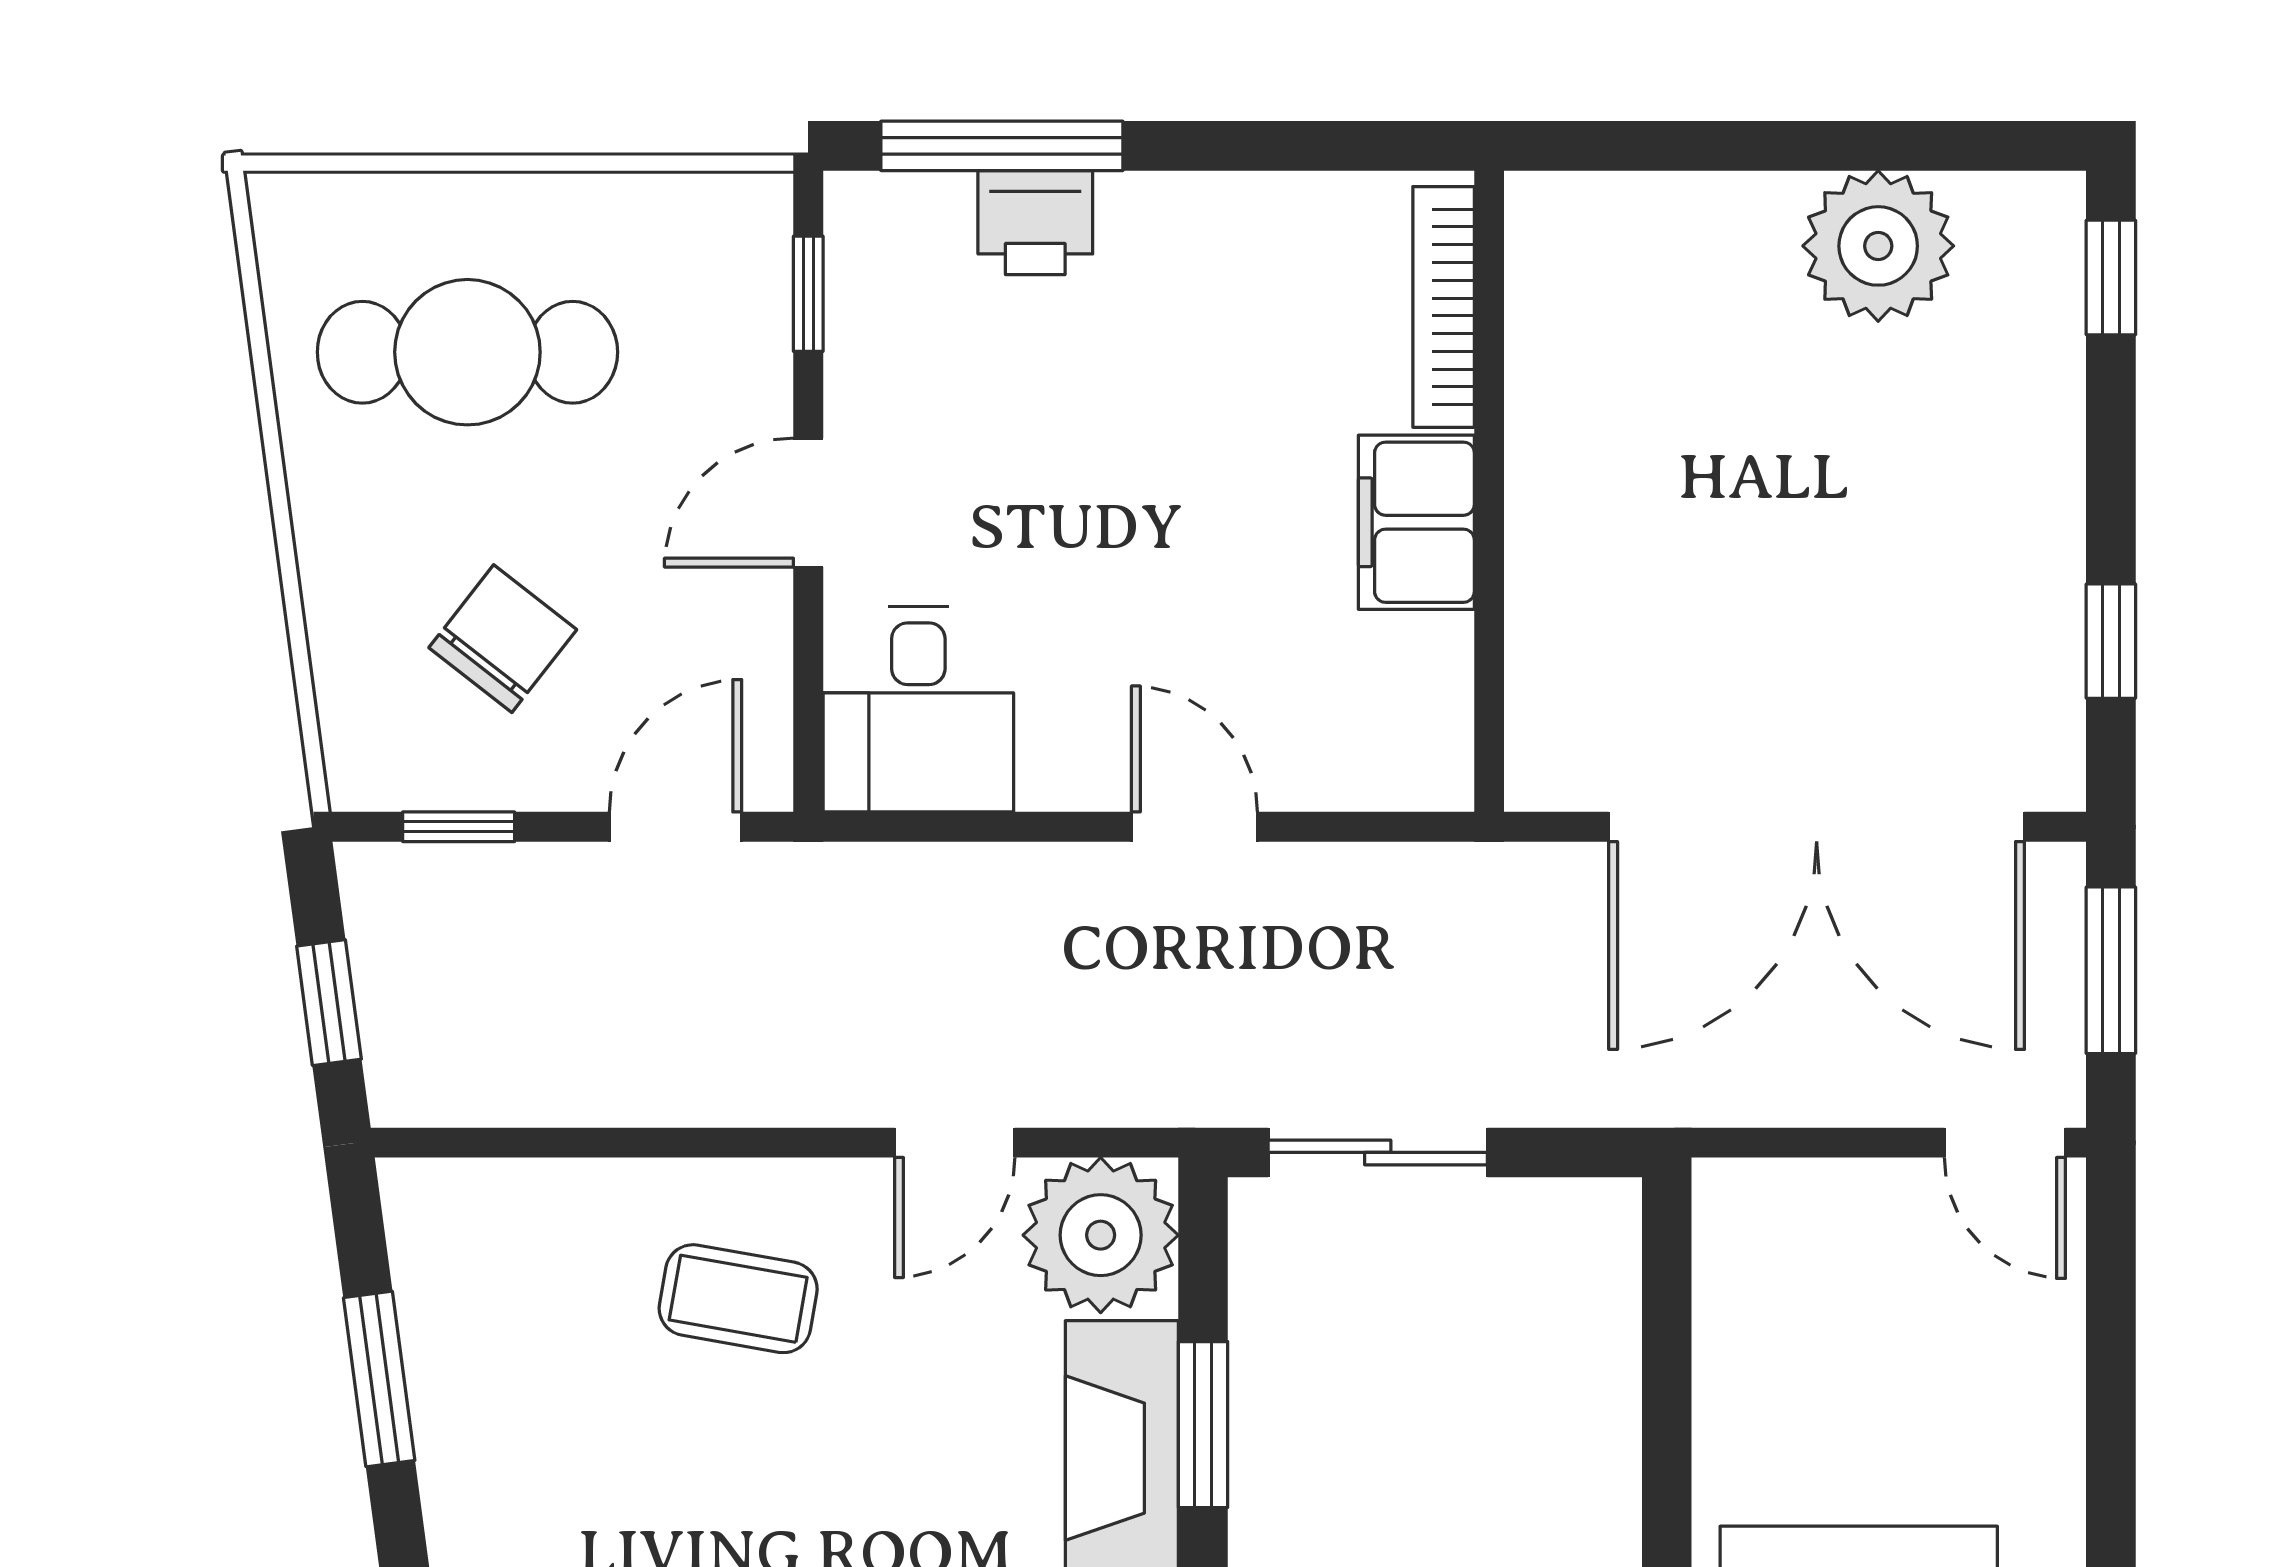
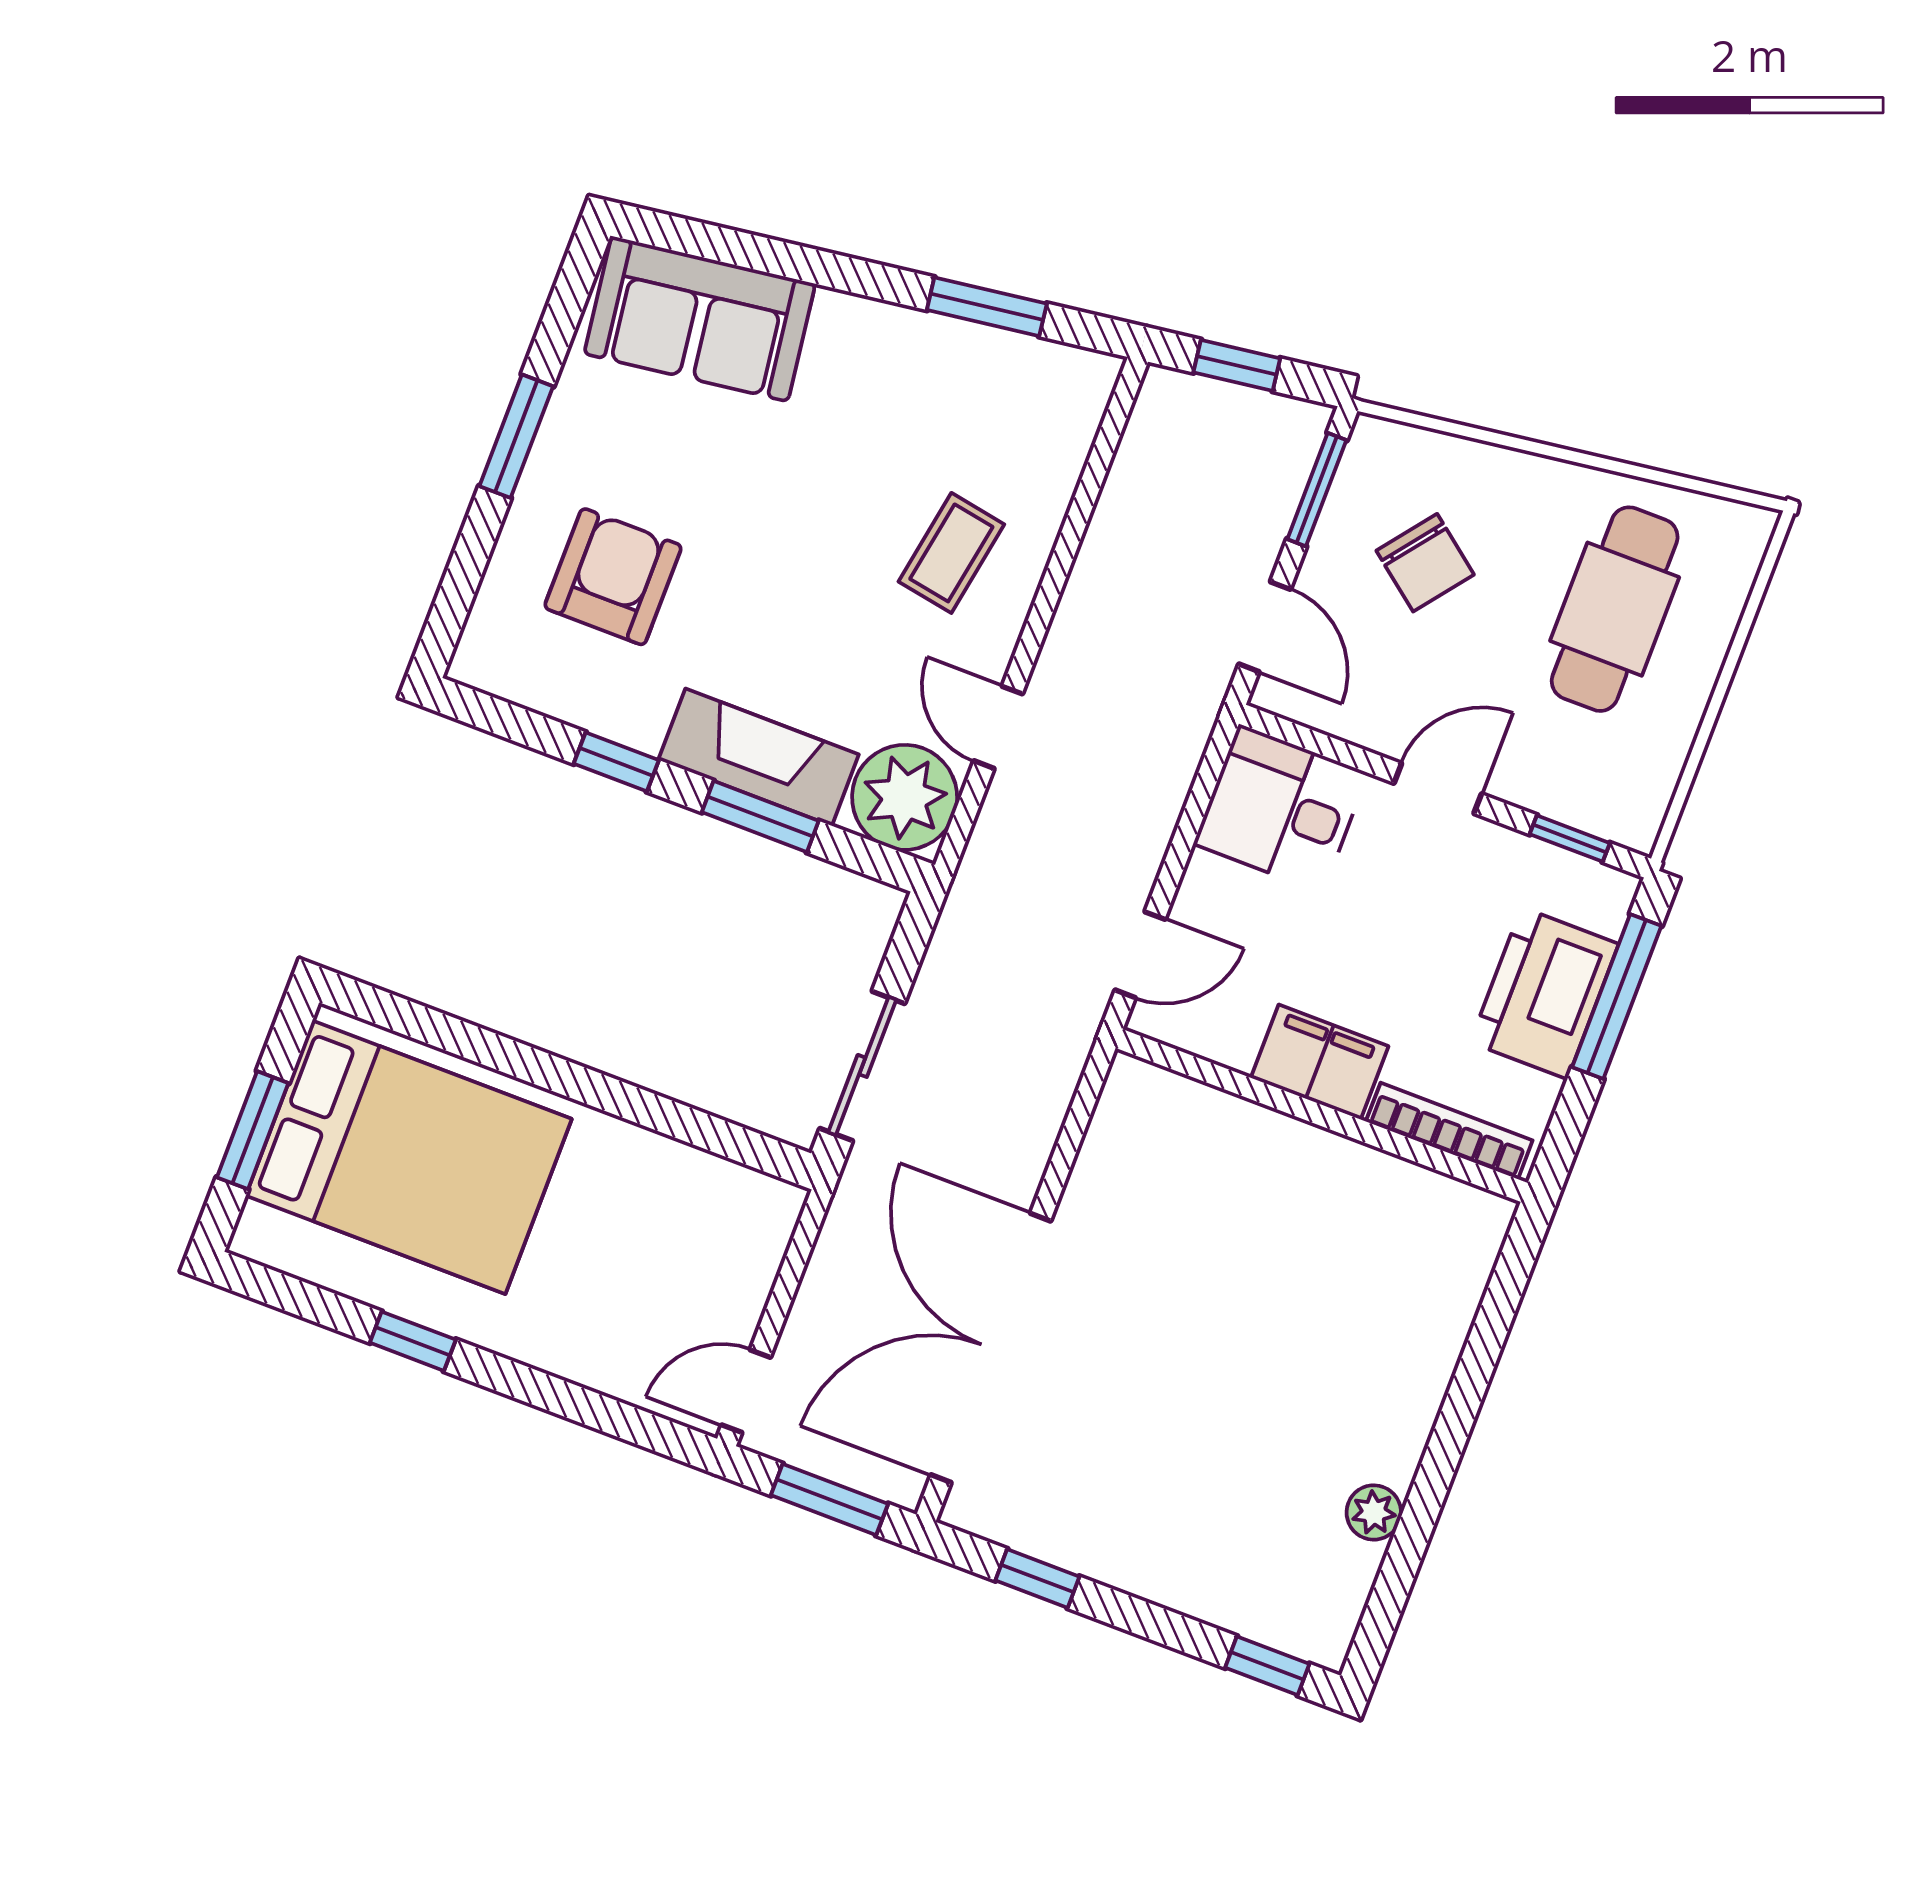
printer: (1035, 223) -> (1544, 993), width x1.87, depth x1.48
plant: (1878, 246) -> (1374, 1512), width x0.53, depth x0.53
bookcase: (1444, 307) -> (1449, 1131), moved
wall: (1489, 491) -> (1322, 1115), moved
door: (808, 503) -> (1438, 788), hinge flipped
filing cabinet: (1416, 522) -> (1320, 1062), moved
window: (459, 827) -> (1317, 490), width x1.50
sliding door: (1378, 1152) -> (862, 1066), moved

